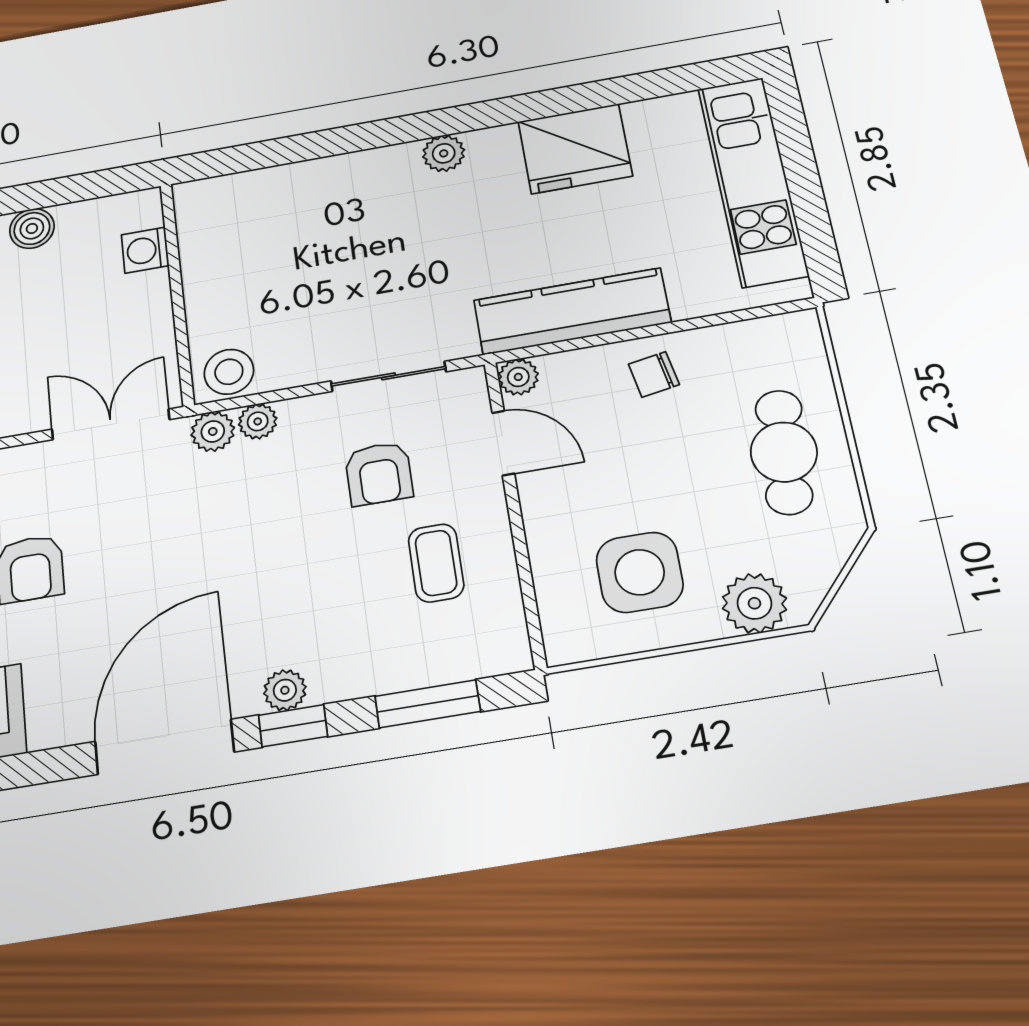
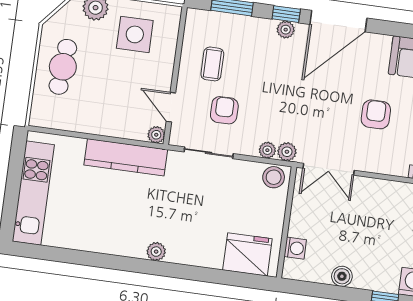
fridge: (575, 149) -> (247, 254), moved
chair: (654, 374) -> (102, 118), removed

